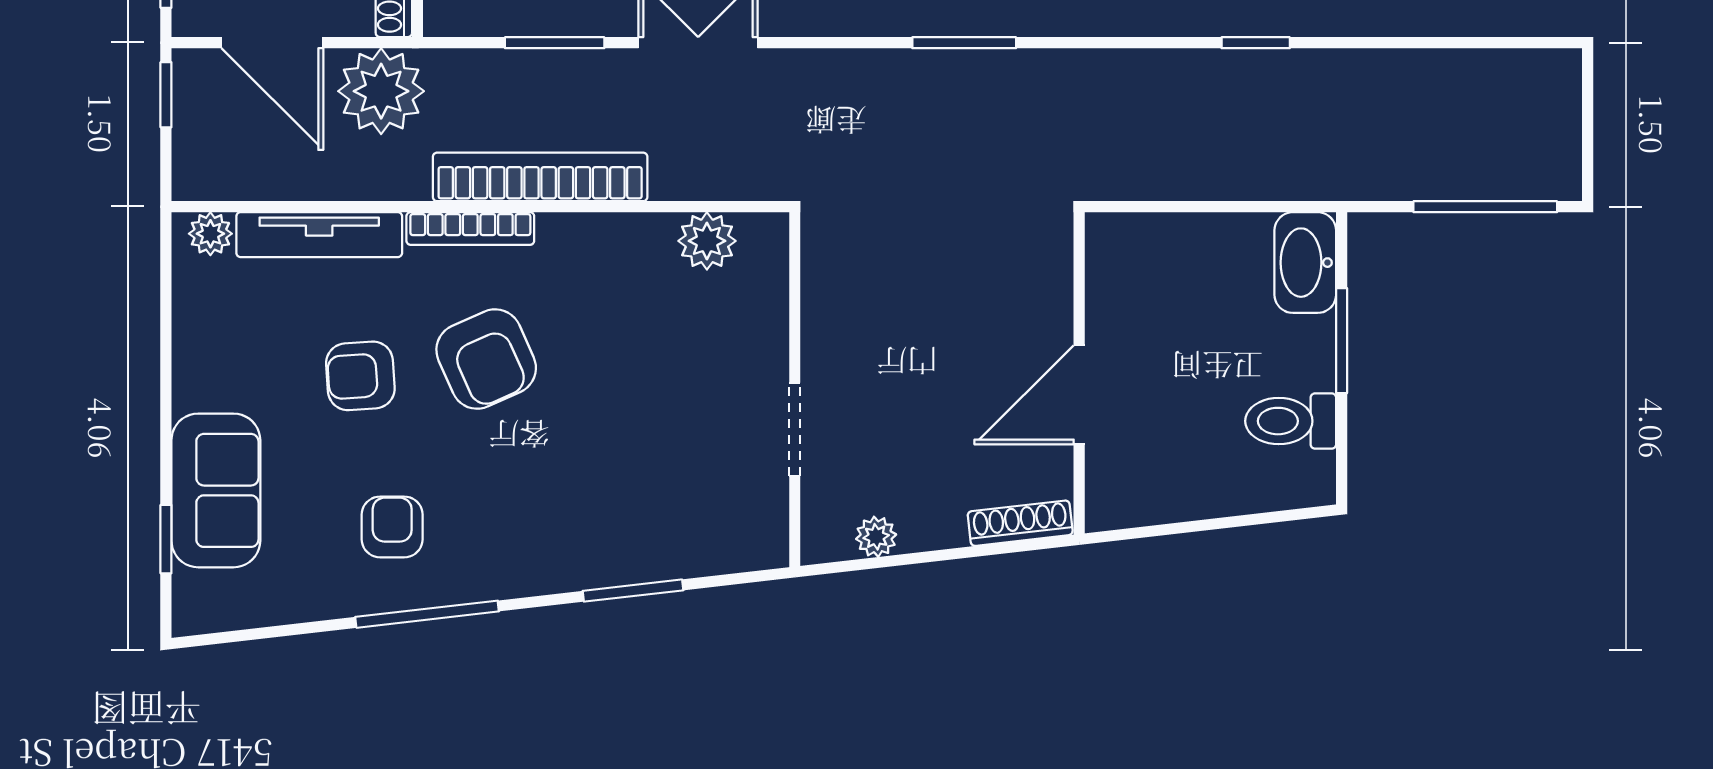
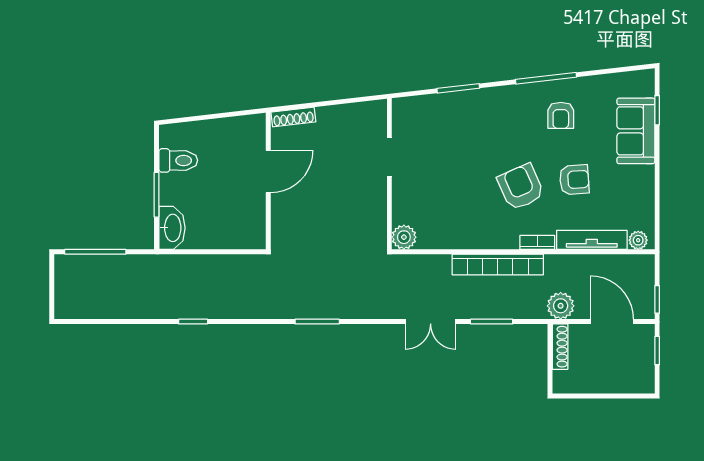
plant: (381, 91) -> (561, 306), width x0.73, depth x0.73
bookcase: (470, 229) -> (537, 242), width x0.64
plant: (707, 241) -> (404, 237), moved
plant: (876, 537) -> (355, 111), removed

